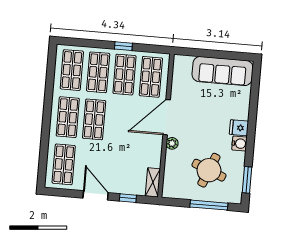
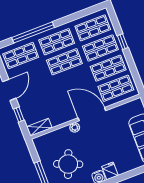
window: (123, 46) -> (123, 42), moved
window: (45, 138) -> (33, 32), added

